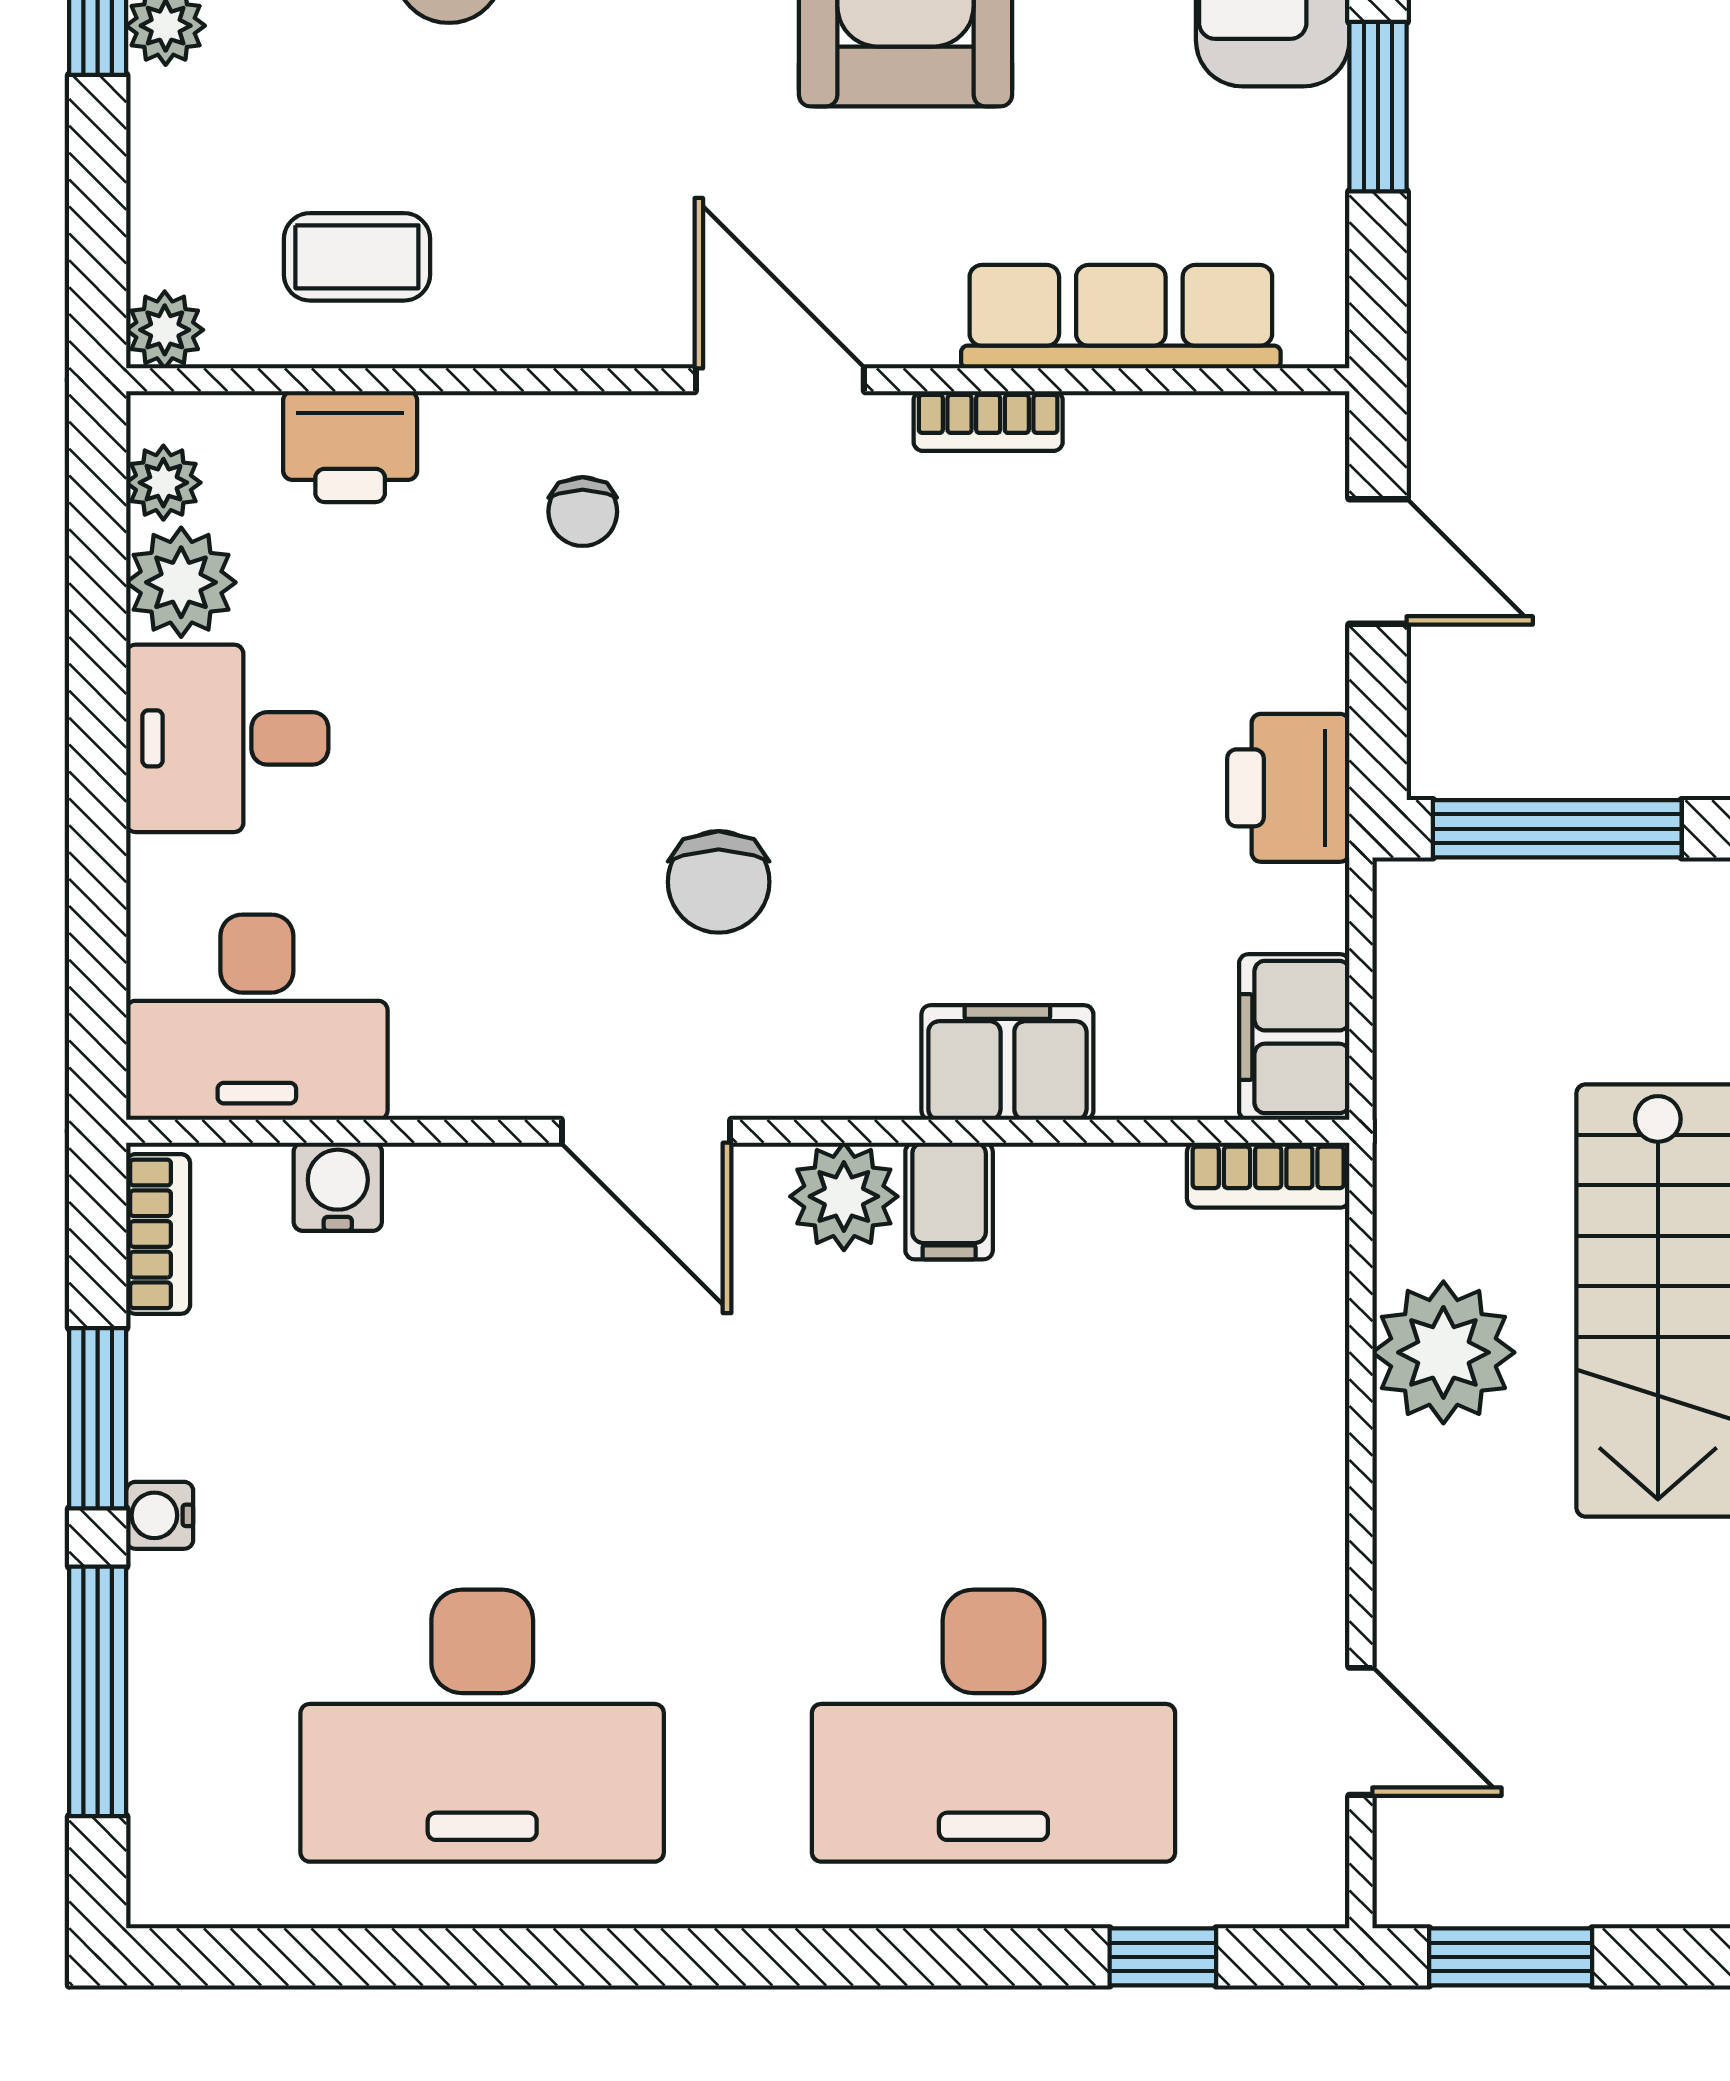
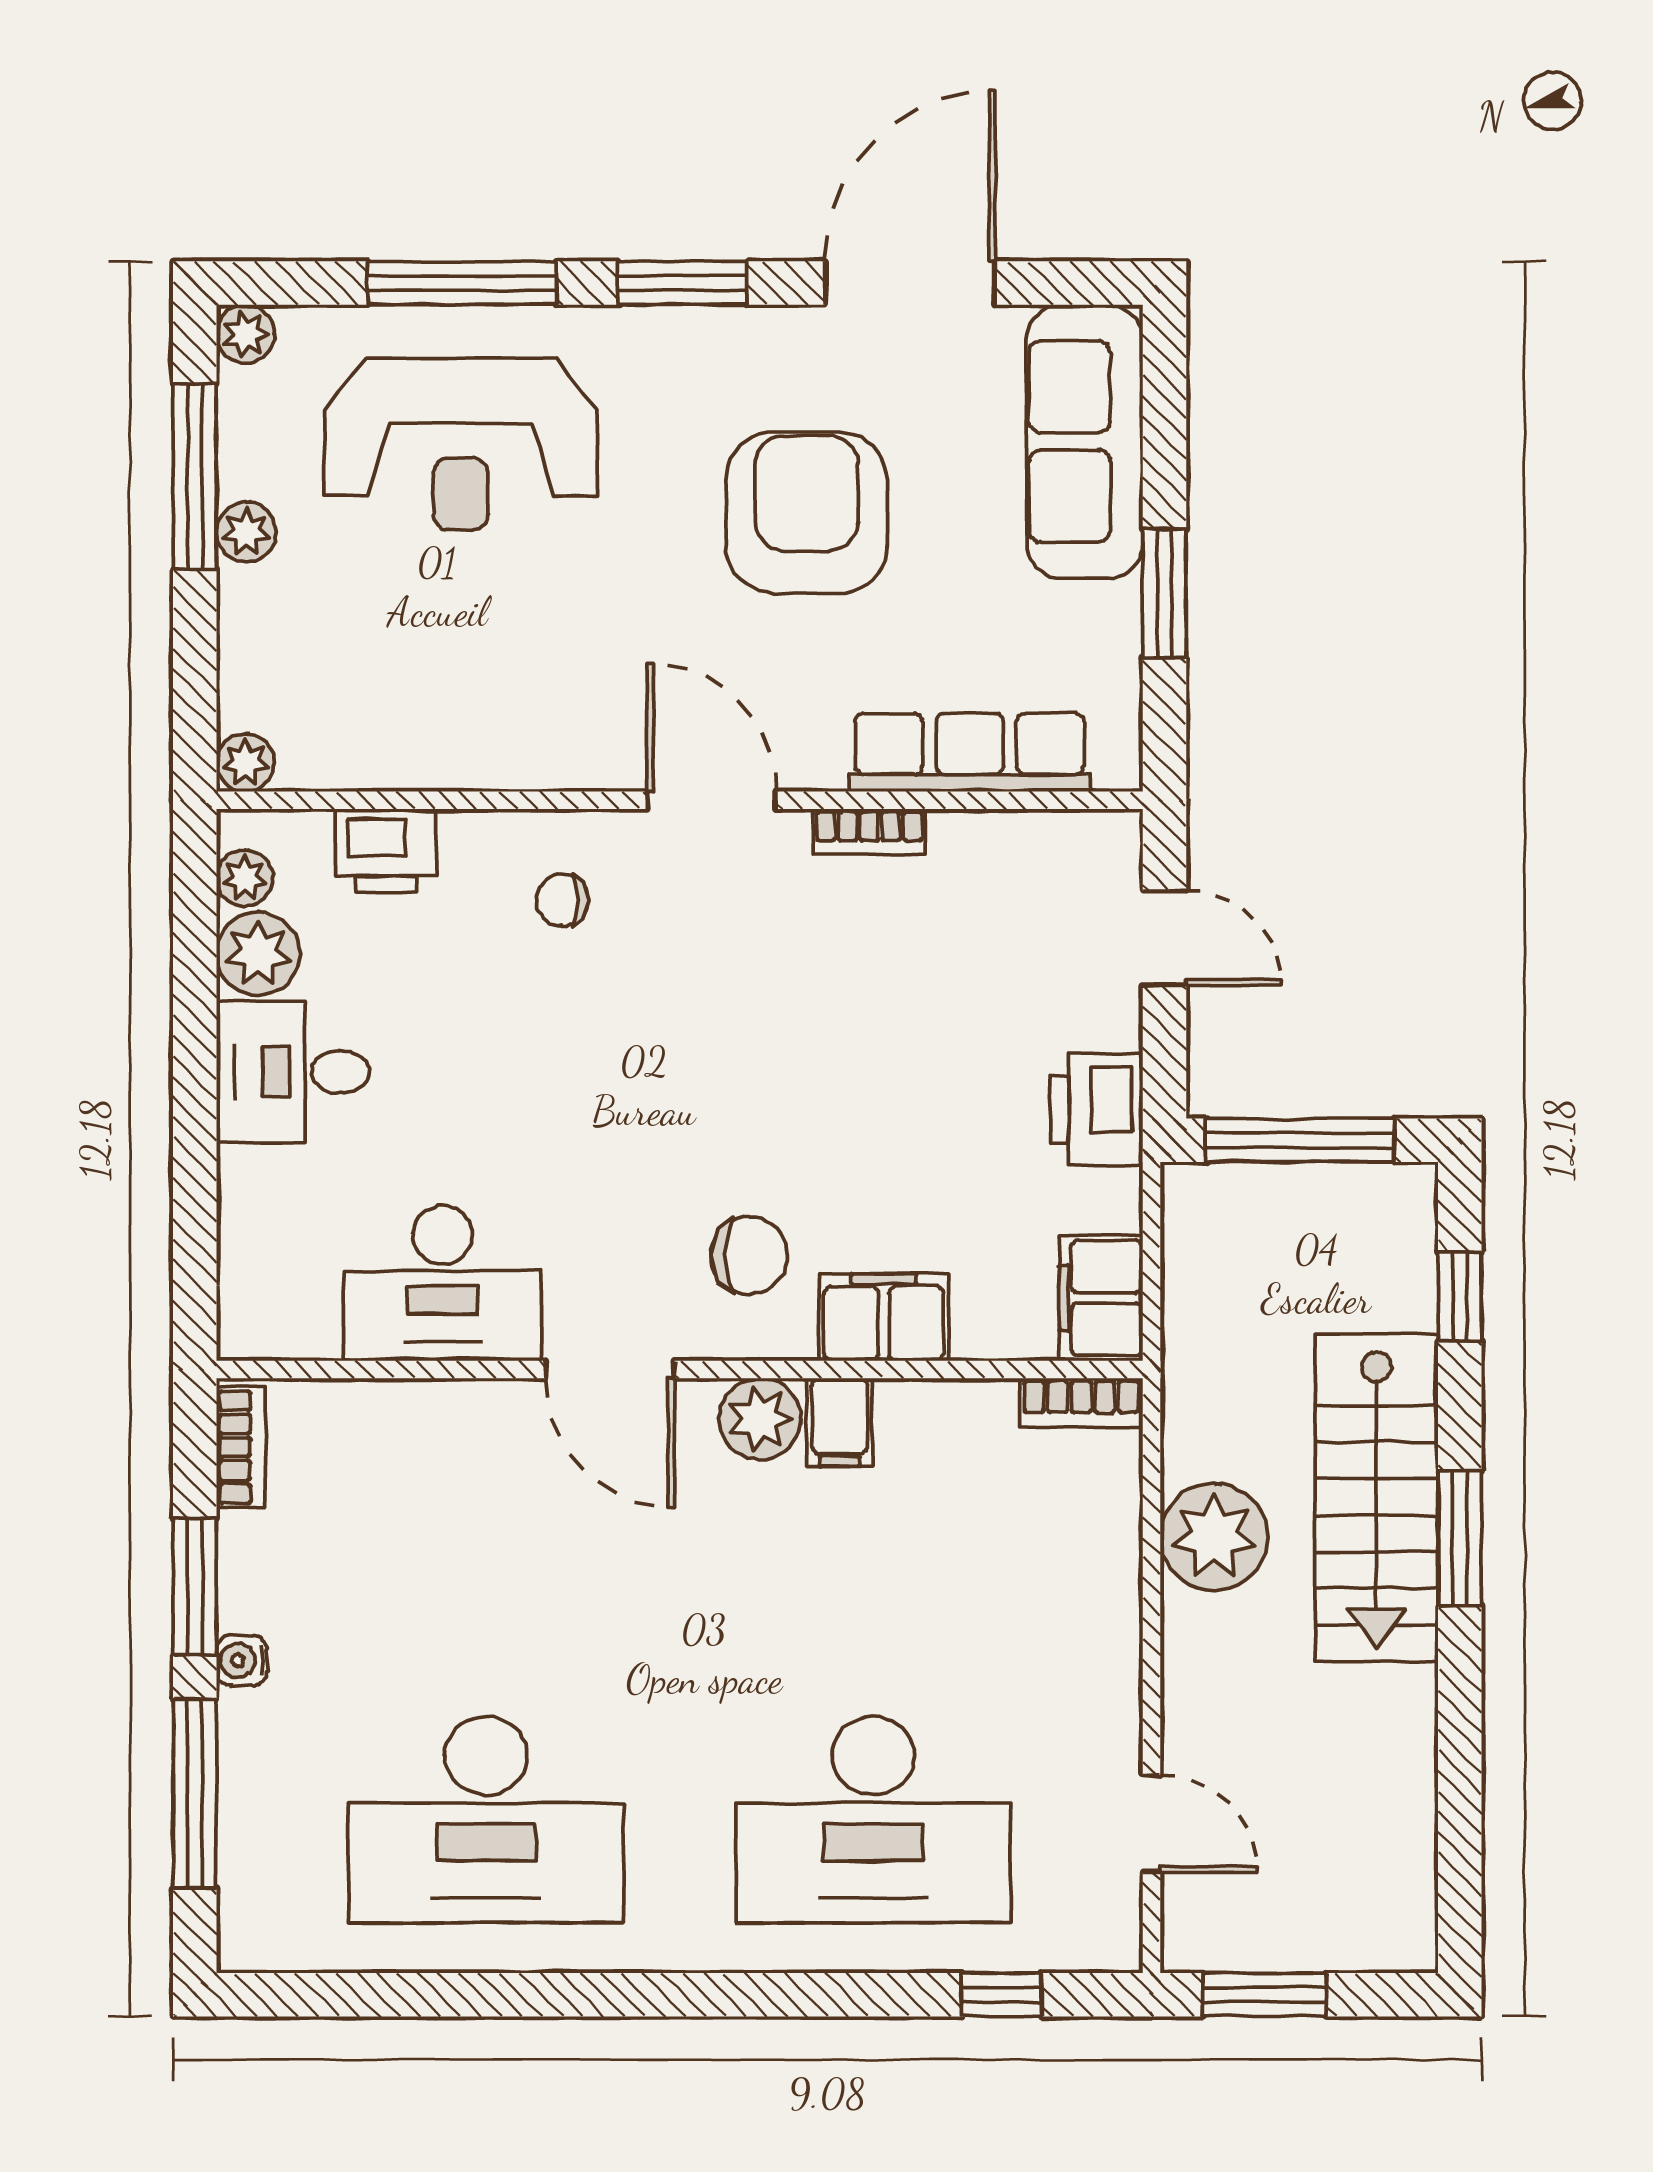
coffee table: (357, 257) -> (391, 707), removed
chair: (583, 512) -> (562, 900), turned 90
chair: (719, 882) -> (749, 1255), moved, turned -90
desk: (257, 1017) -> (443, 1283), moved
water cooler: (338, 1187) -> (377, 1411), removed

